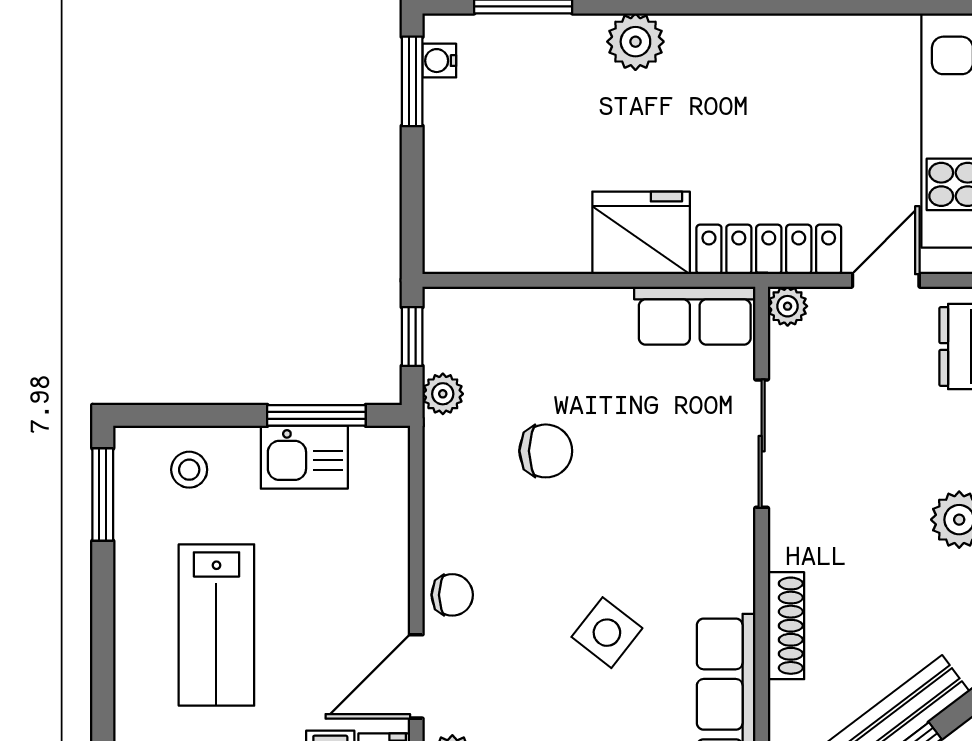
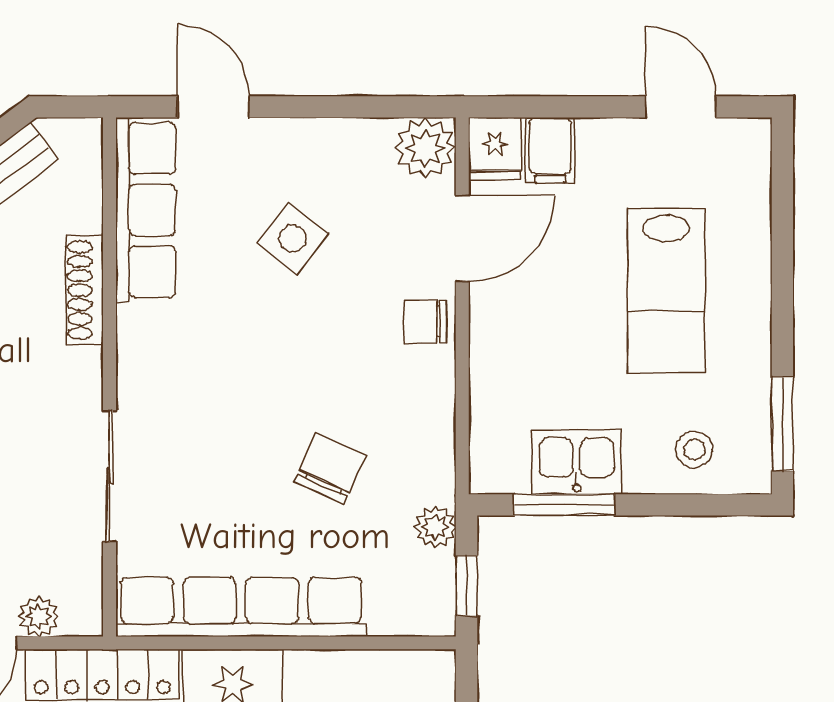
plant: (788, 306) -> (39, 616), moved
row of seats: (695, 316) -> (241, 607), width x2.02
chair: (546, 451) -> (330, 469), turned 114
lab bench: (216, 625) -> (666, 291), turned 180
side table: (607, 633) -> (293, 238), moved

